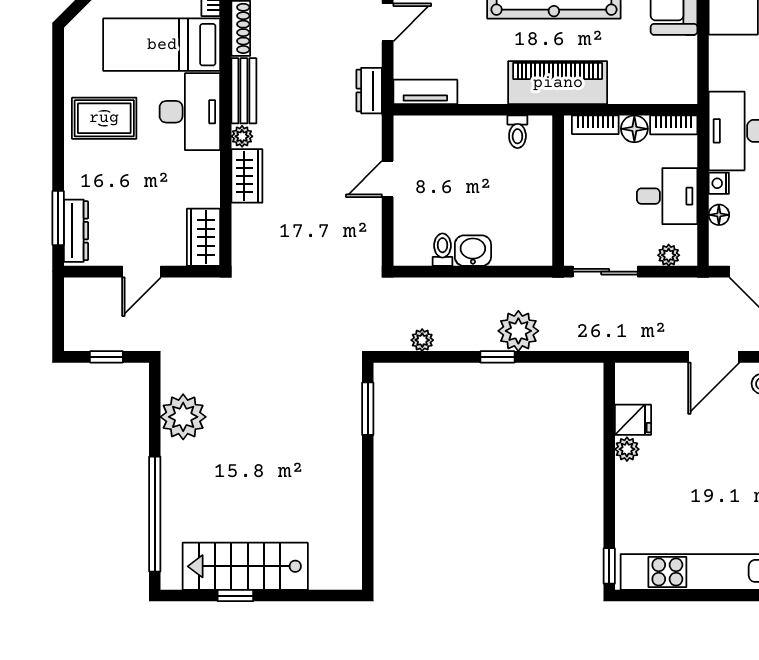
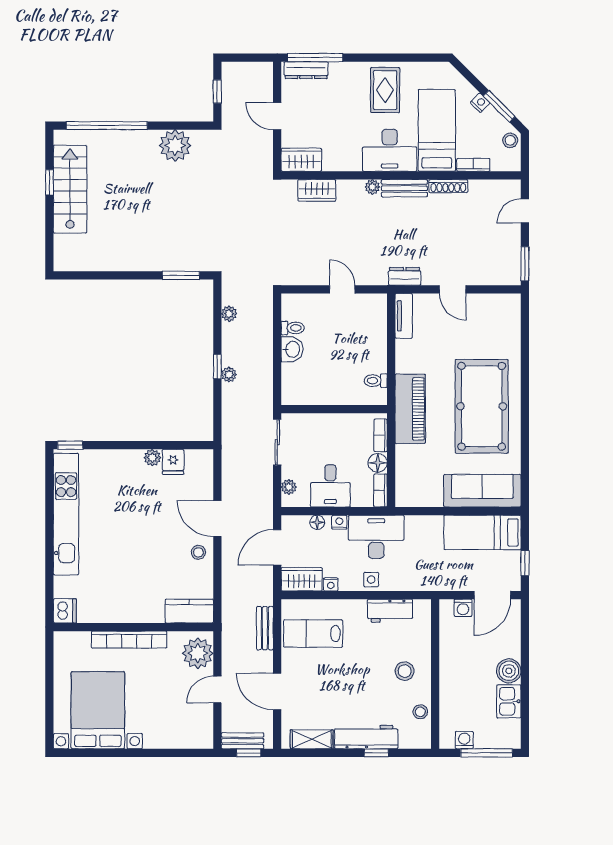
wardrobe: (247, 176) -> (317, 190), moved
window: (58, 218) -> (315, 58), width x1.44
plant: (518, 331) -> (229, 375), width x0.53, depth x0.53

